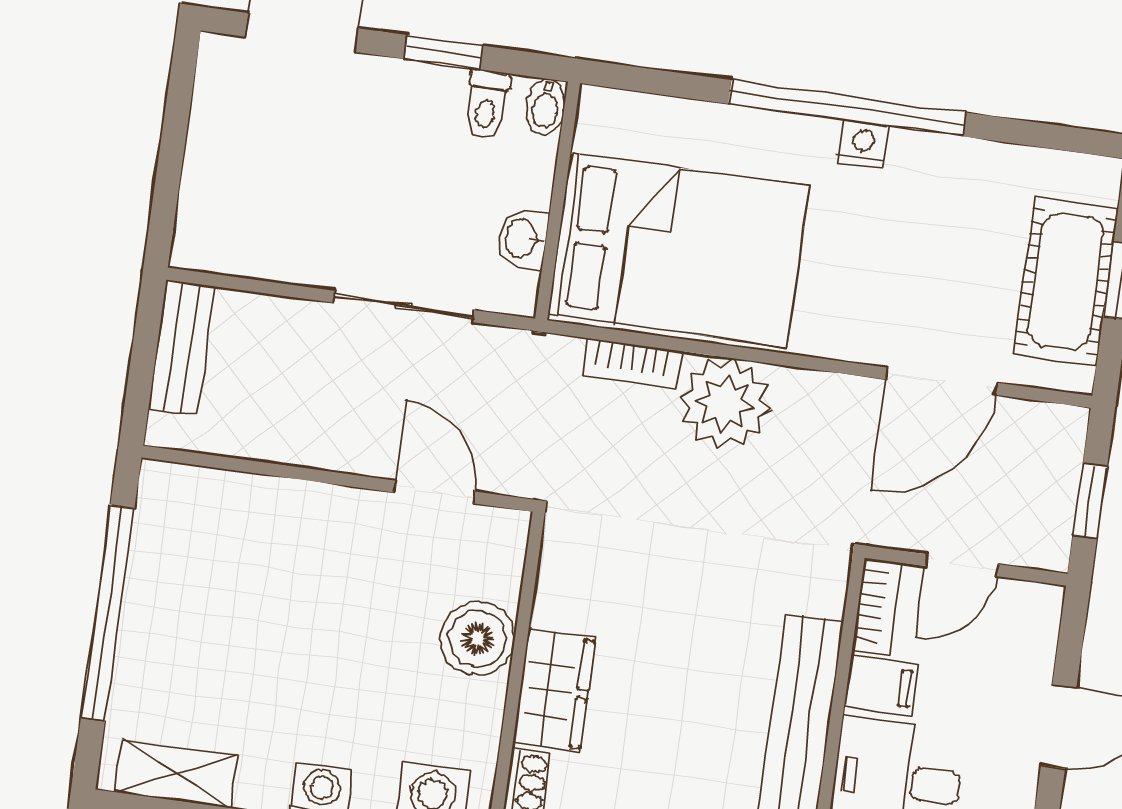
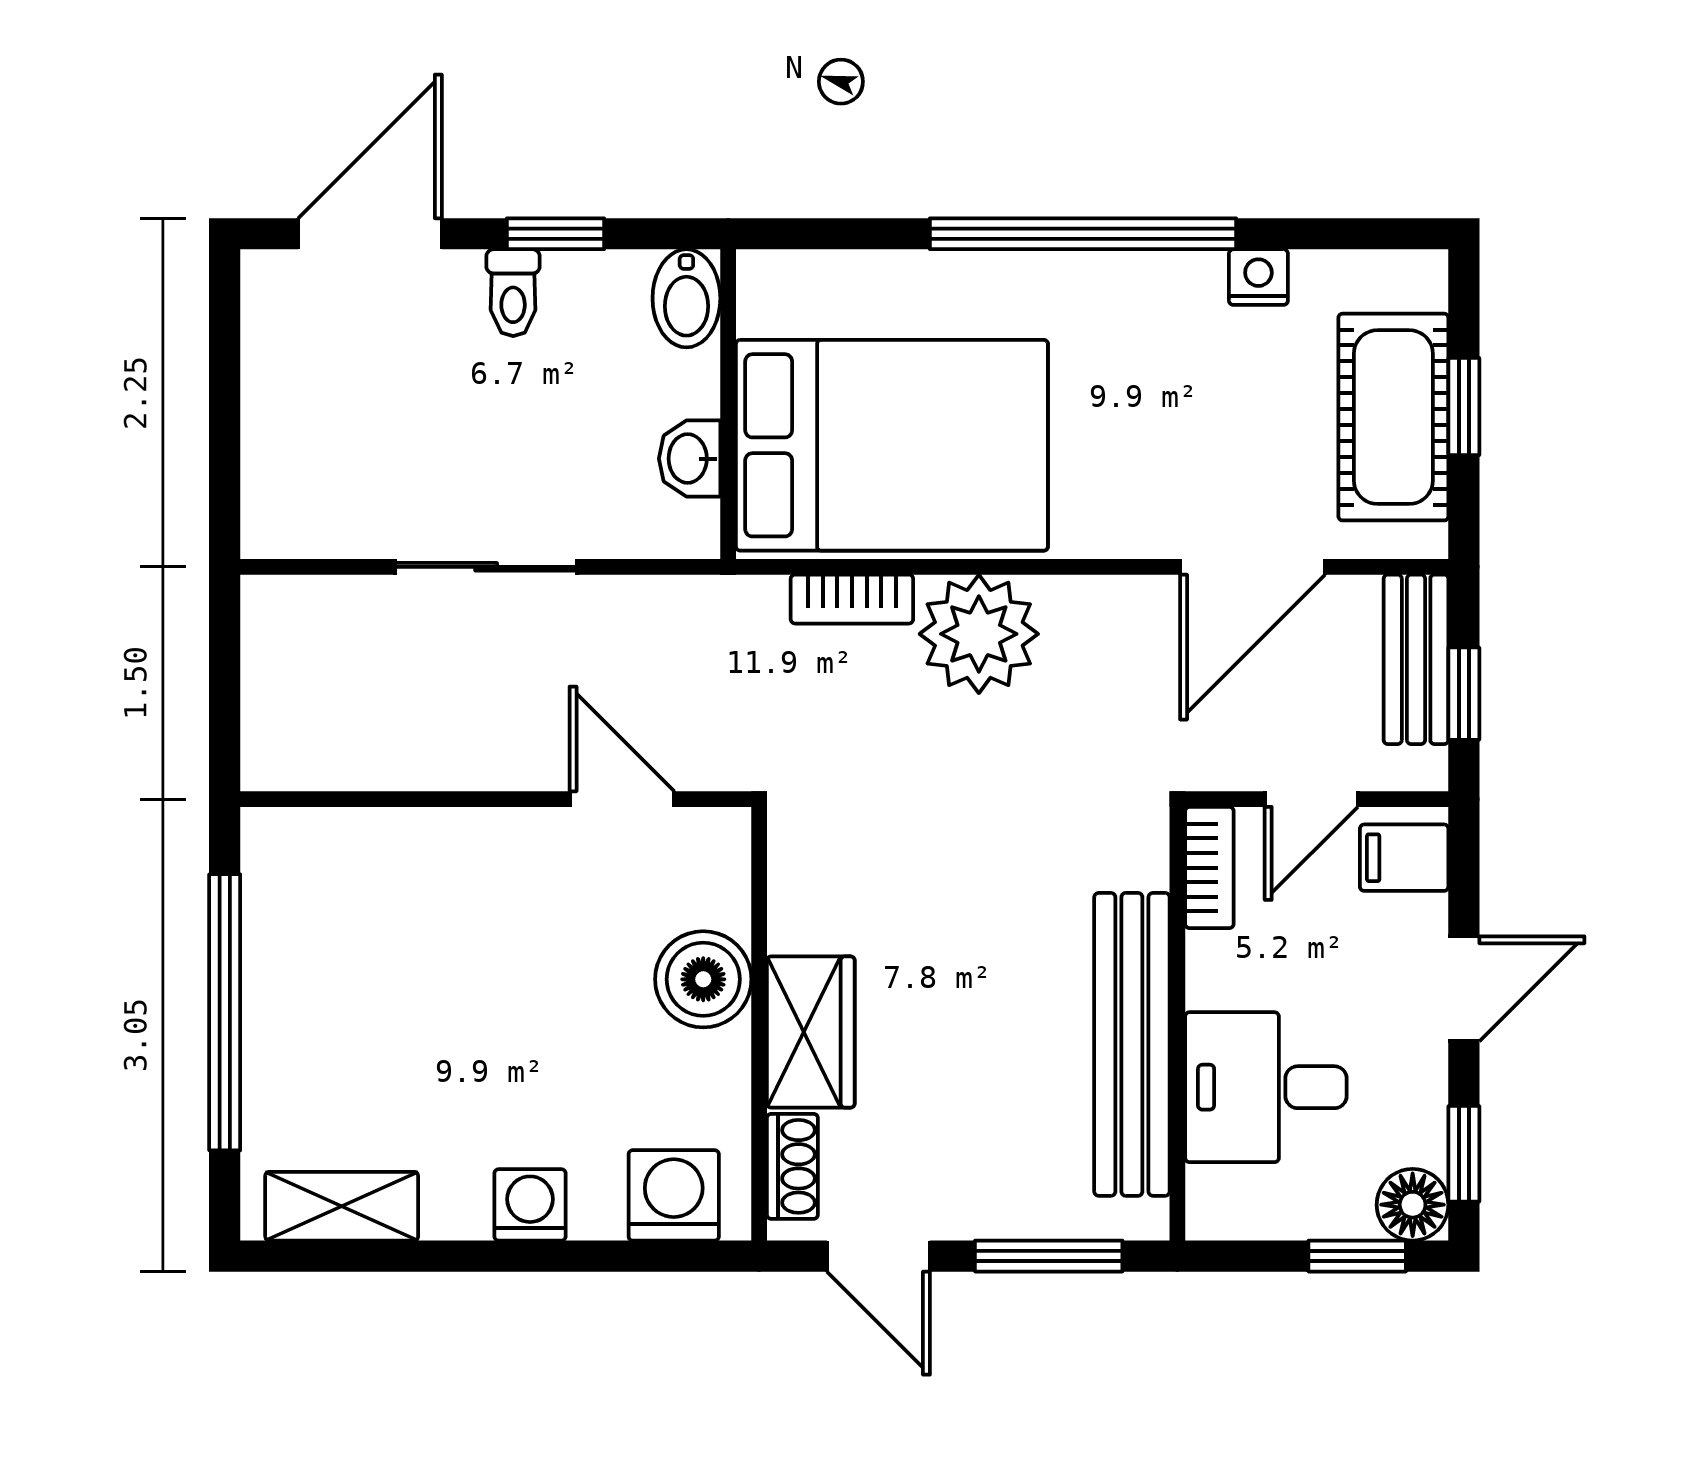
toilet: (486, 104) -> (513, 293), moved
bidet: (546, 107) -> (686, 298), width x1.38, depth x1.36
nightstand: (863, 144) -> (1258, 277), moved
sliding door: (404, 306) -> (486, 567), moved
bench: (182, 348) -> (1416, 659), moved
filing cabinet: (881, 685) -> (1404, 858), moved, turned 180

